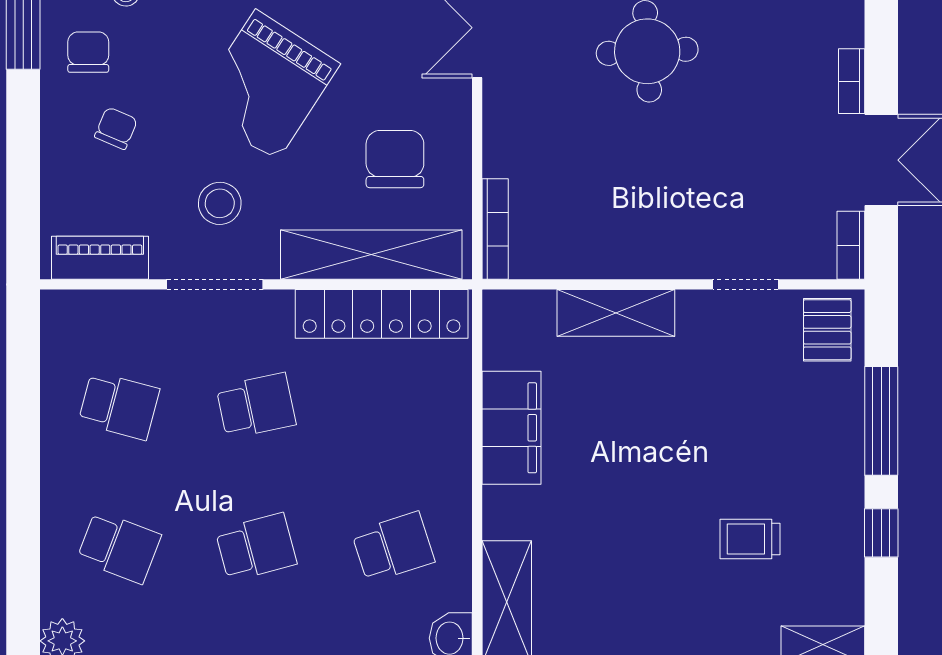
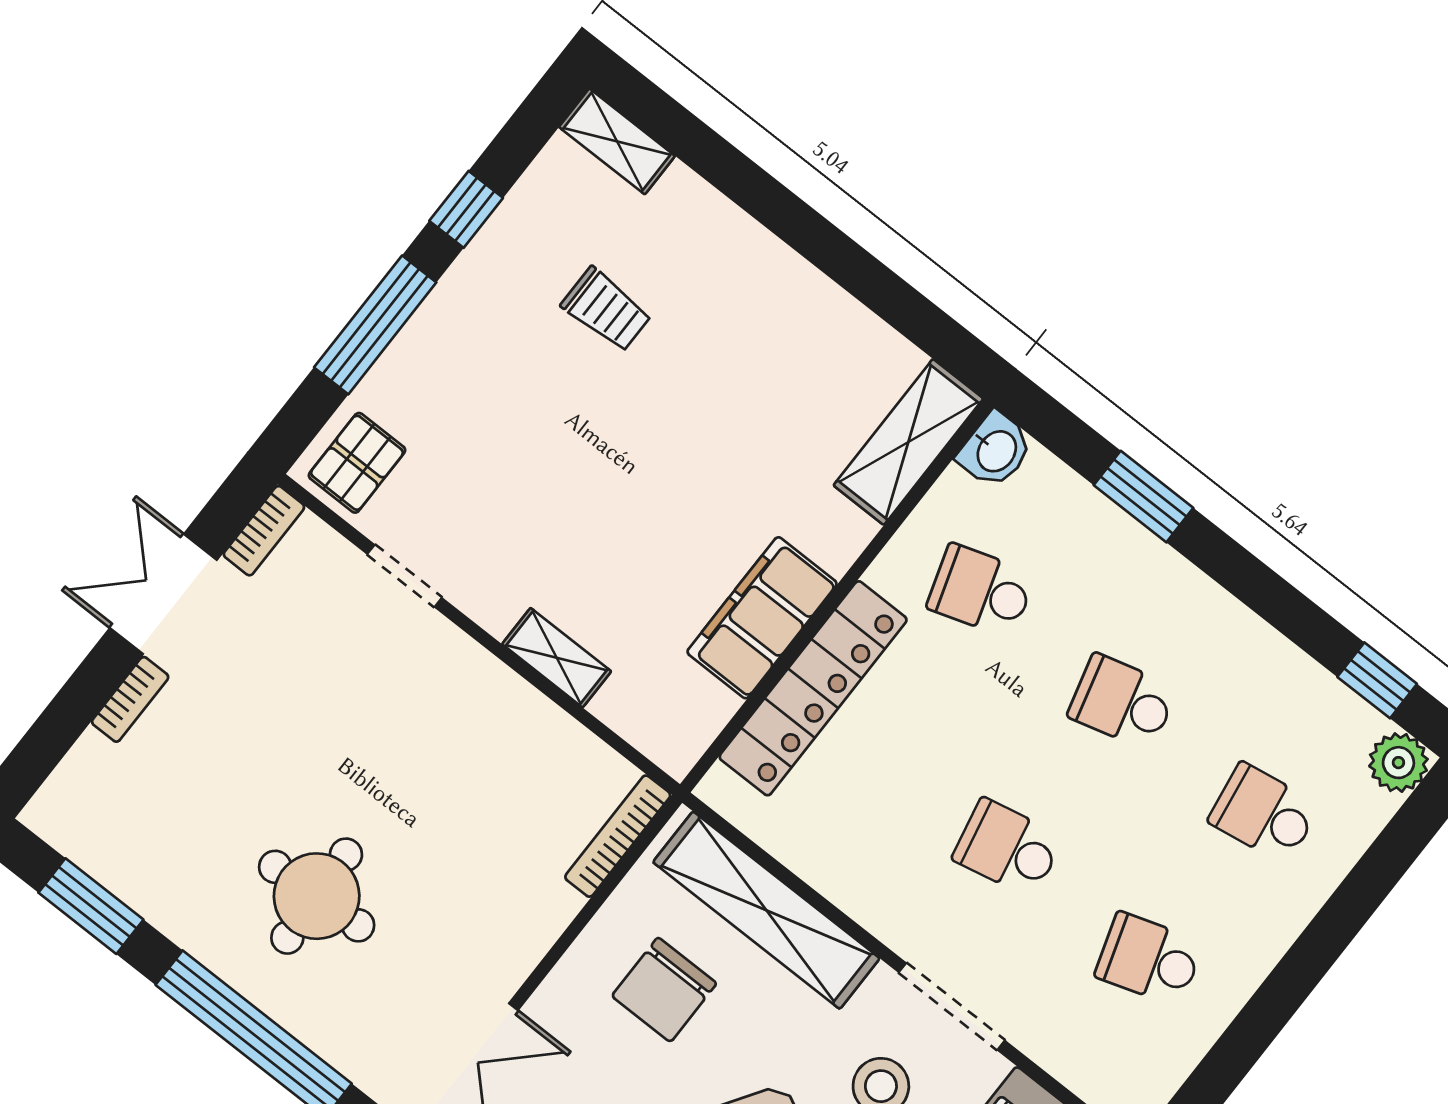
shelving: (616, 313) -> (557, 658), width x0.67, depth x0.75
locker: (382, 314) -> (813, 688), moved, turned 90
school desk: (119, 406) -> (1149, 959), turned -33
school desk: (119, 547) -> (1264, 813), turned -30

